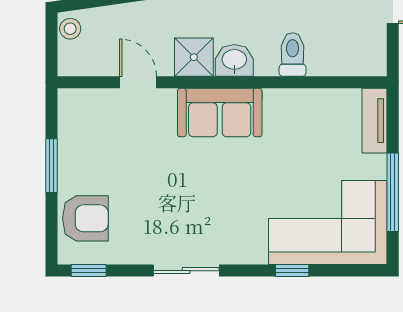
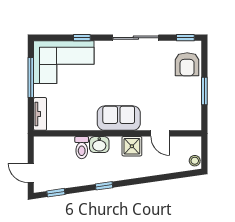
washbasin: (234, 60) -> (99, 145), moved
armchair: (85, 218) -> (187, 64), turned -90
sliding door: (186, 271) -> (136, 38), width x1.37

